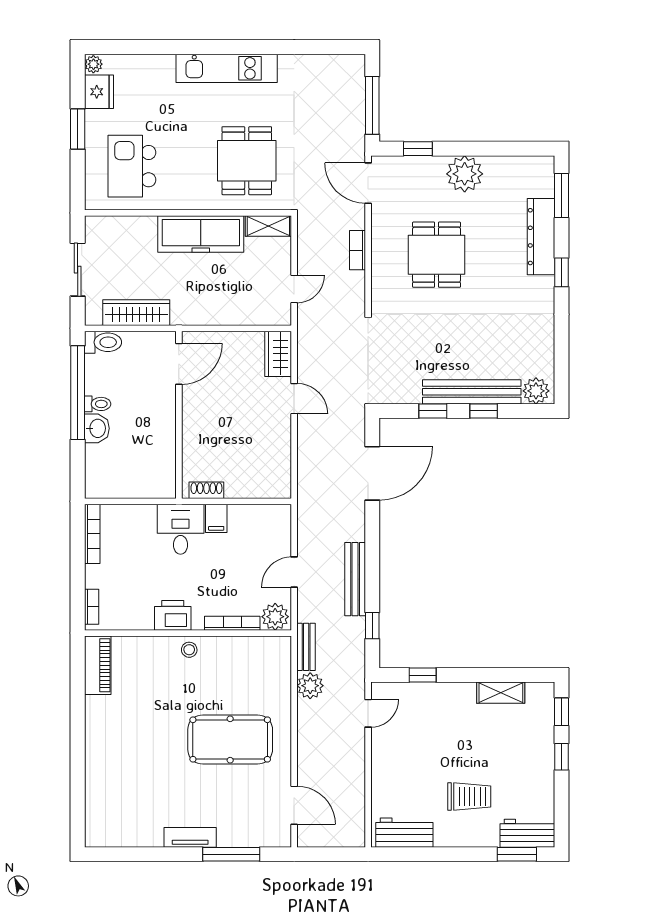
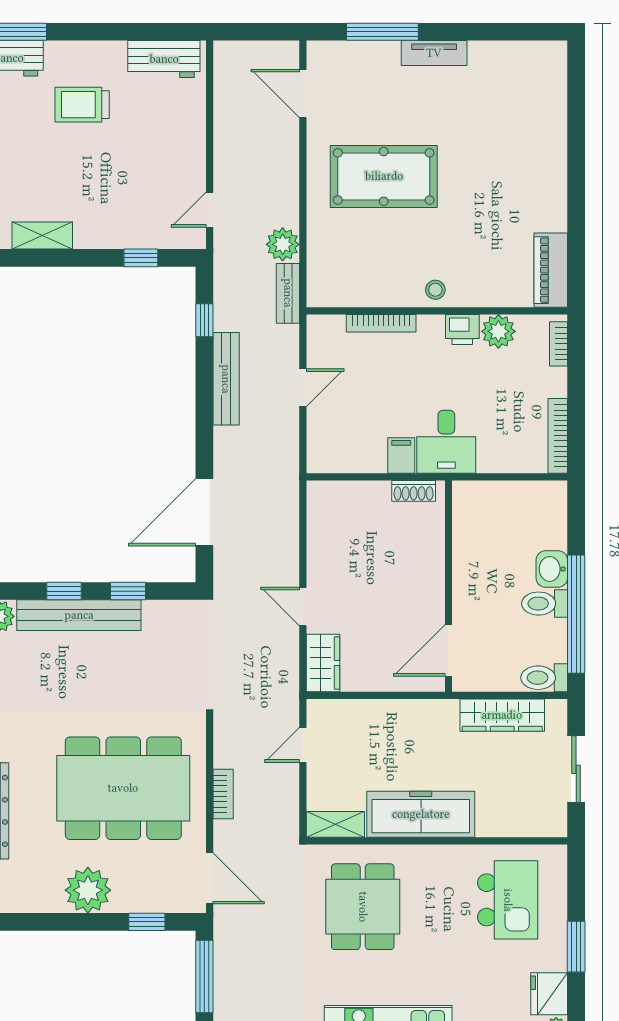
dining table: (437, 255) -> (123, 788), width x1.88, depth x1.24
toilet: (98, 404) -> (545, 604), width x1.37, depth x1.39
printer: (173, 615) -> (462, 330), width x0.73, depth x0.81
plant: (275, 617) -> (498, 331), moved

